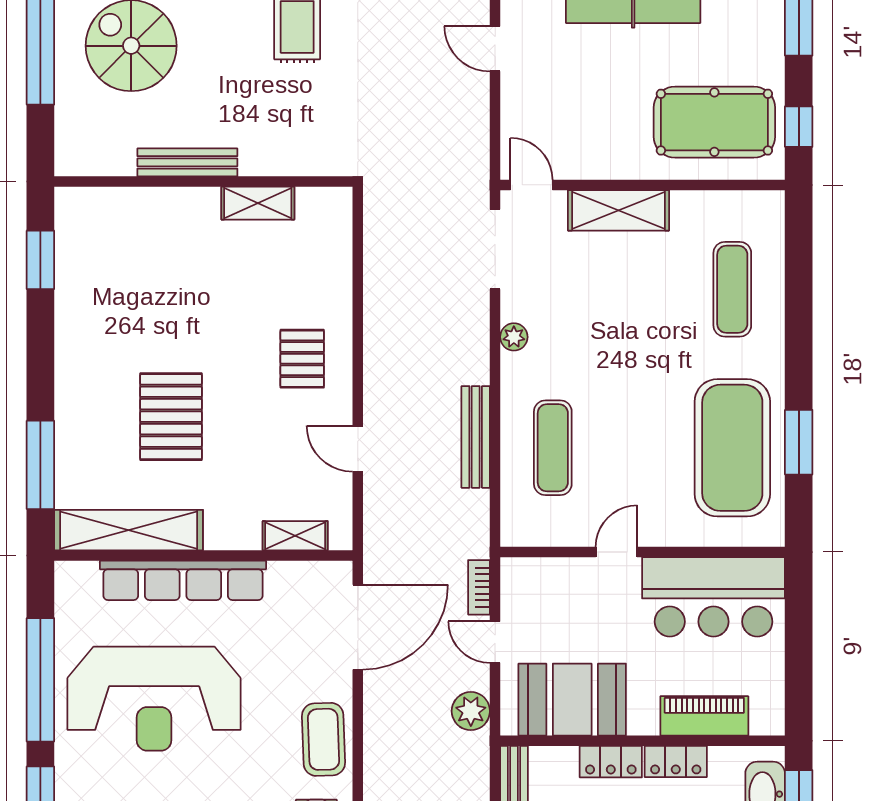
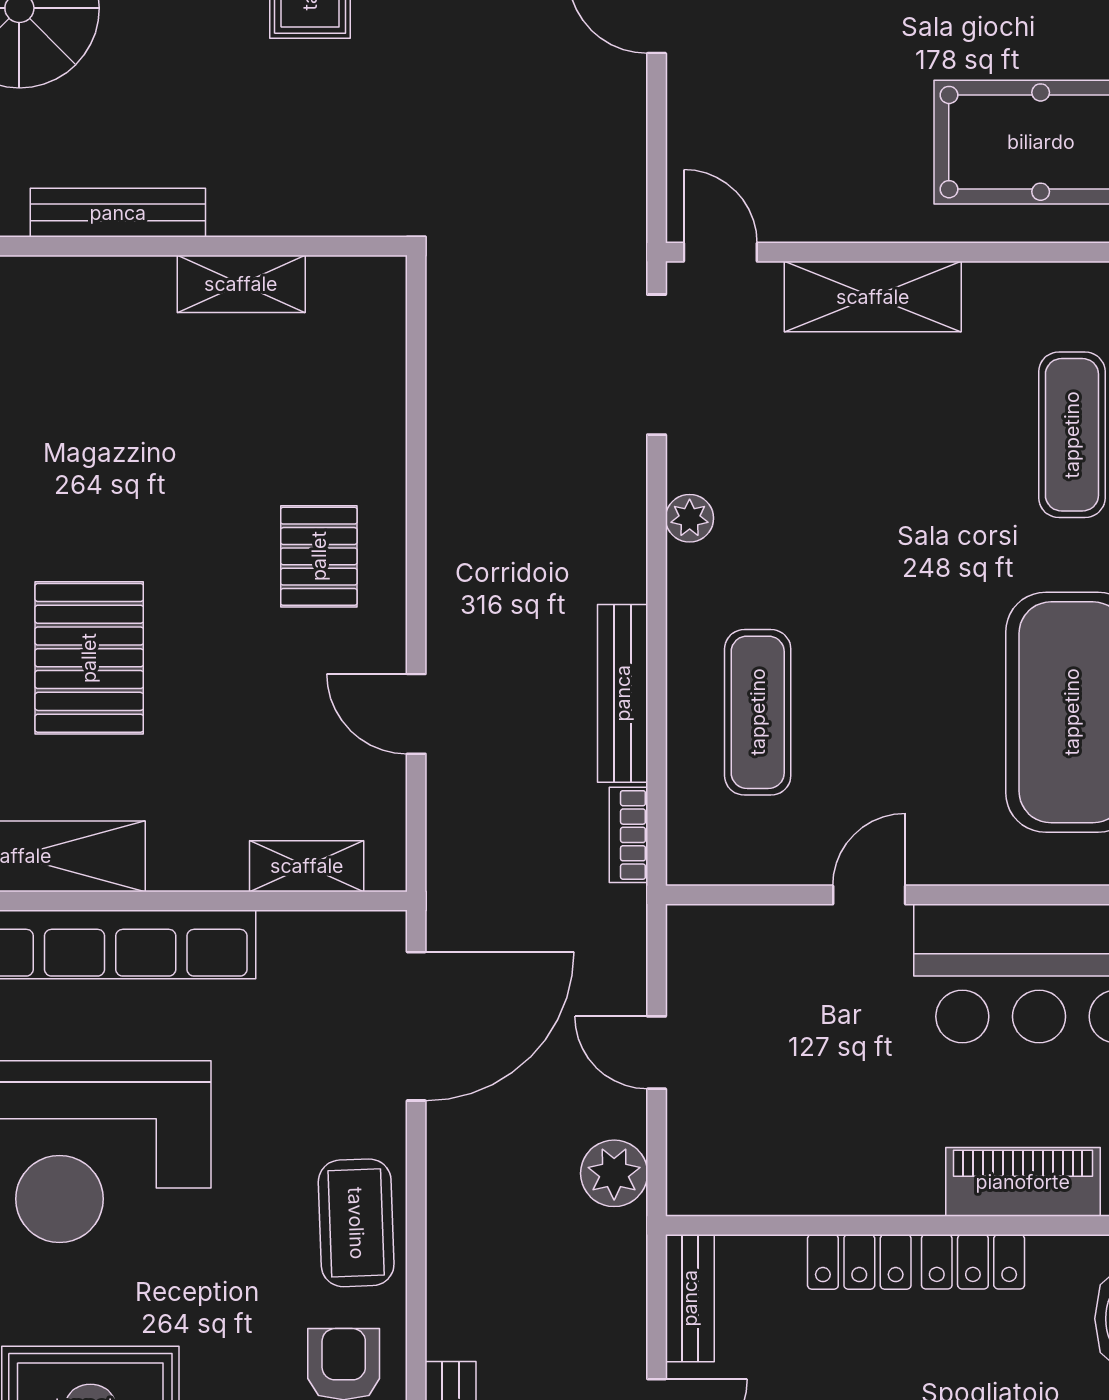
bookcase: (479, 587) -> (628, 835), moved
booth: (572, 700) -> (792, 1153), removed

